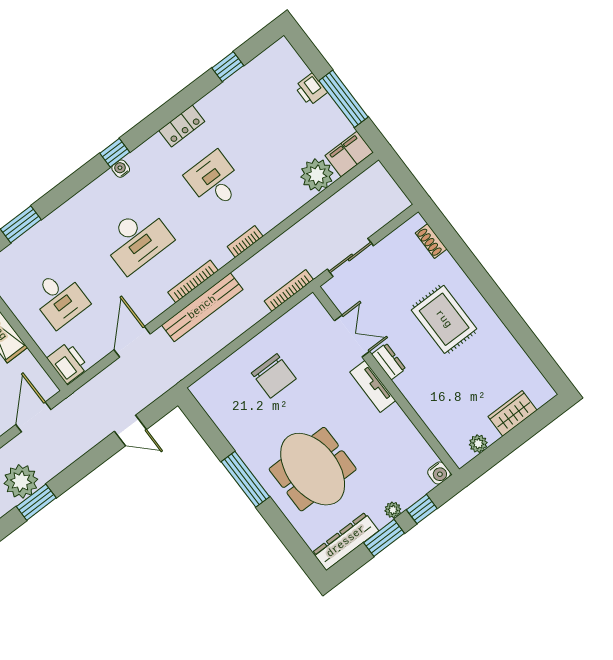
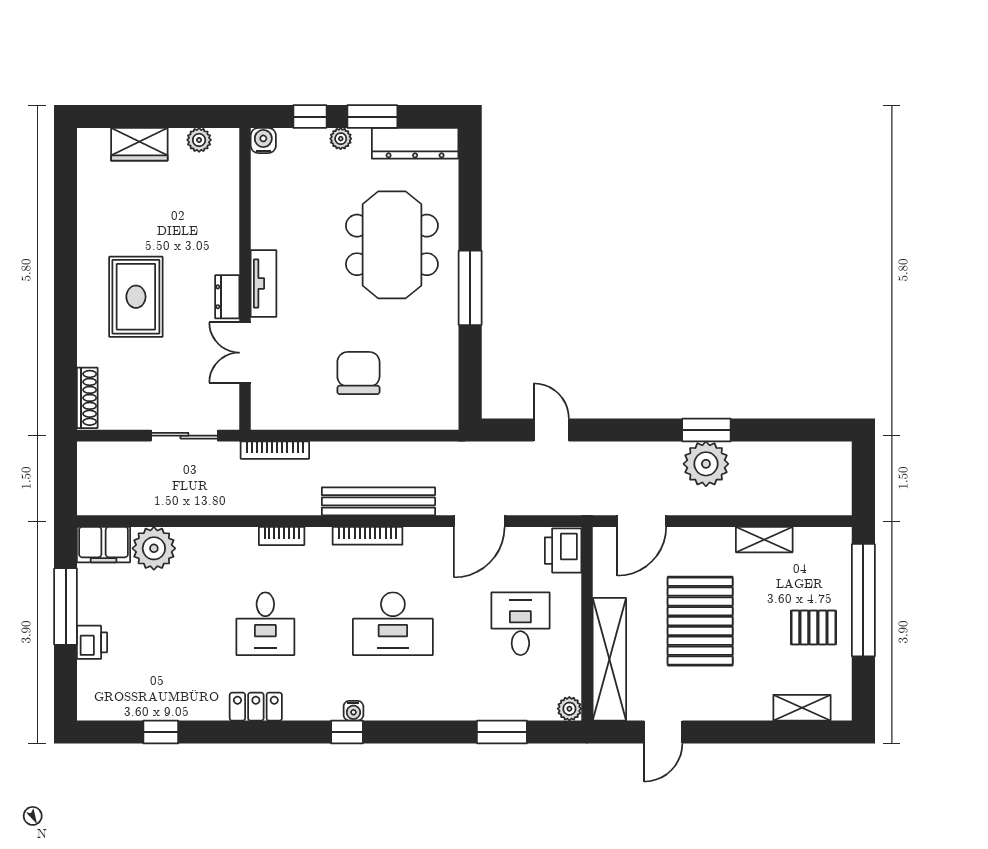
desk: (137, 240) -> (393, 624), turned 180
shoe rack: (431, 241) -> (87, 398), width x1.43

